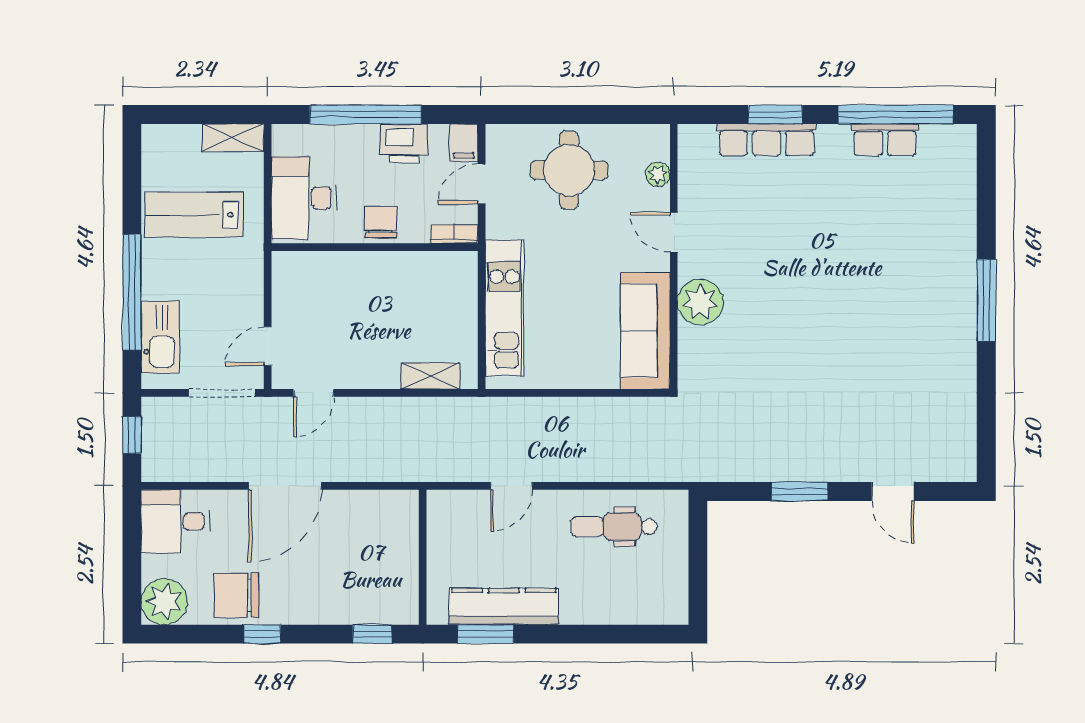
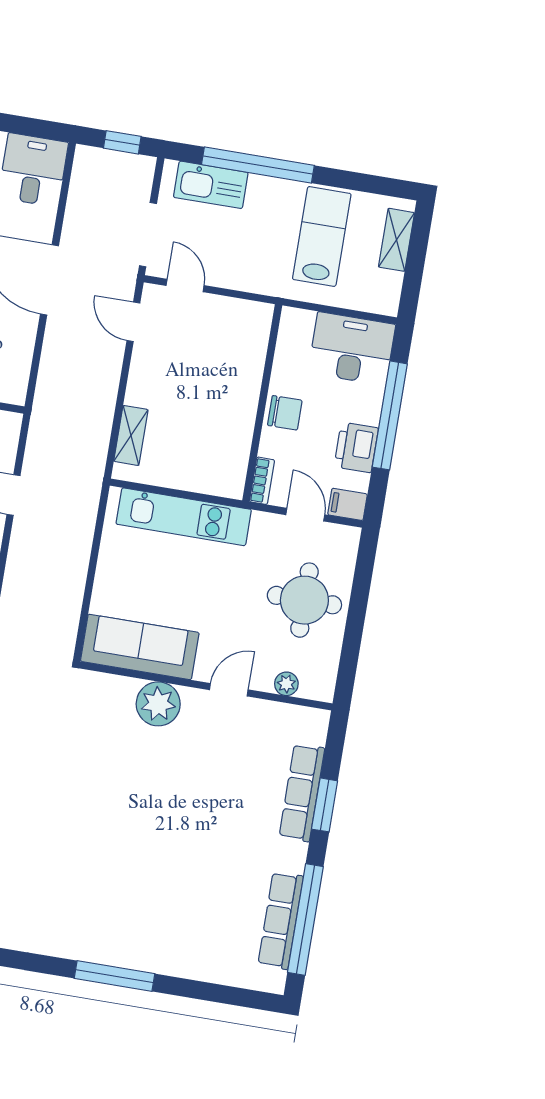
shelving: (233, 138) -> (396, 240), moved
row of seats: (885, 140) -> (281, 920), width x1.48
desk: (304, 198) -> (352, 349), moved

